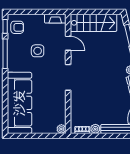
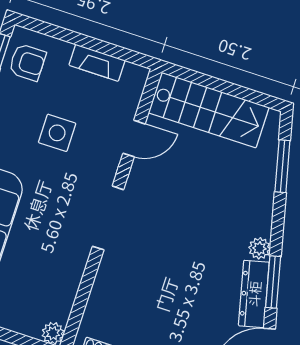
fireplace: (55, 19) -> (97, 63), moved
door: (68, 43) -> (134, 139), hinge flipped

